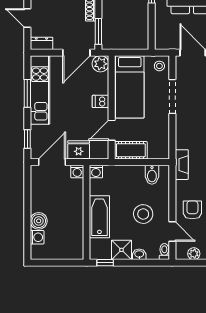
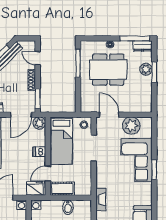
fridge: (79, 150) -> (35, 188), moved
bidet: (152, 175) -> (68, 207), moved

